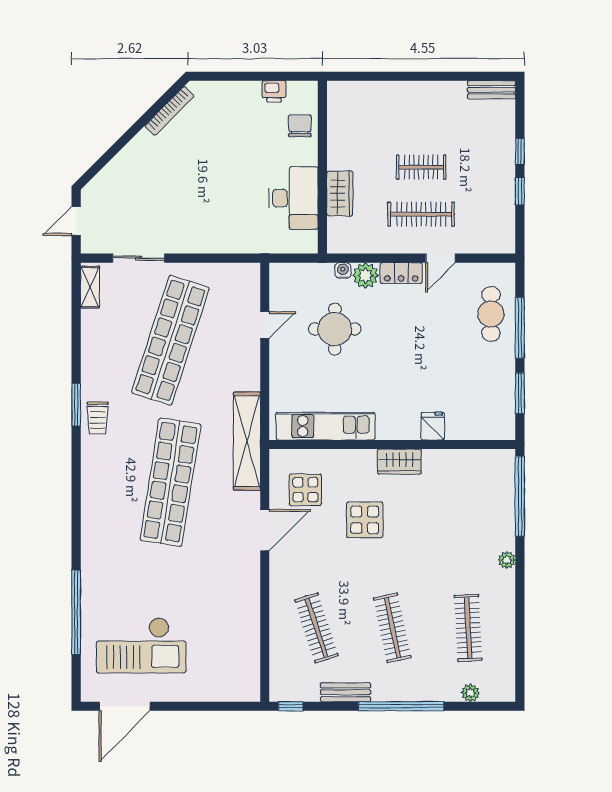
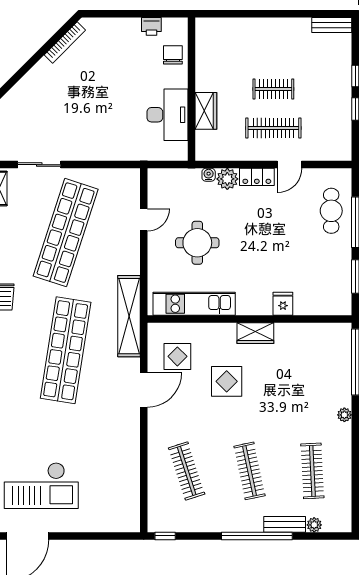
round table: (335, 329) -> (197, 243), moved
bench: (345, 692) -> (285, 524), moved

